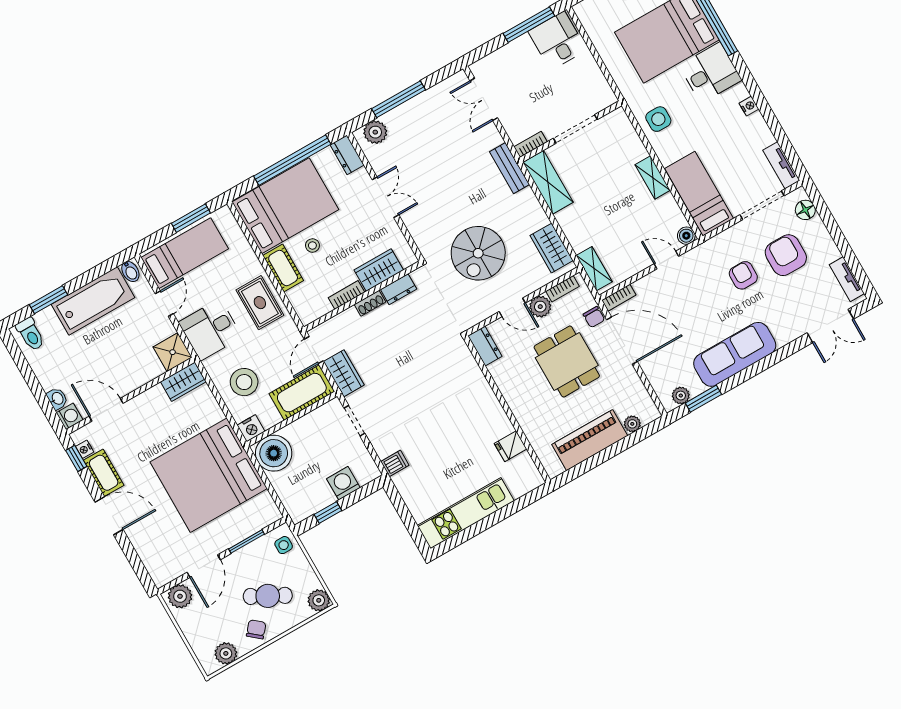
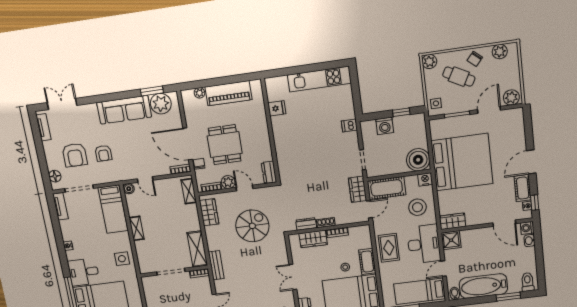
desk: (210, 330) -> (424, 244), width x1.37
plant: (681, 396) -> (161, 104), width x1.88, depth x1.88
door: (109, 516) -> (531, 162), hinge flipped

